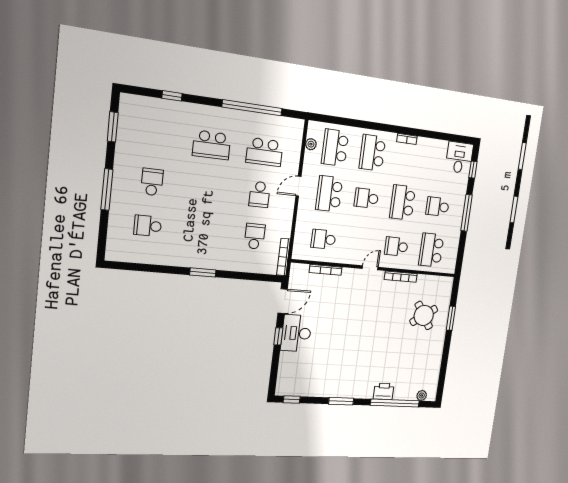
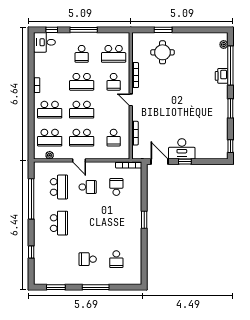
school desk: (366, 198) -> (82, 110), width x1.85
school desk: (255, 236) -> (116, 187), turned 90
round table: (424, 315) -> (163, 52), turned 34

